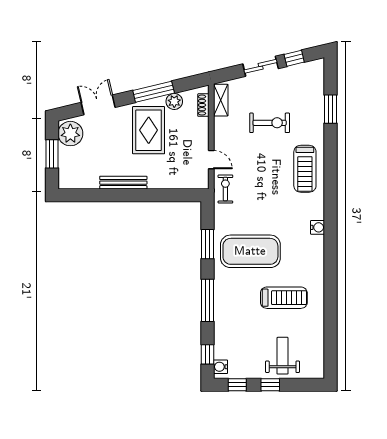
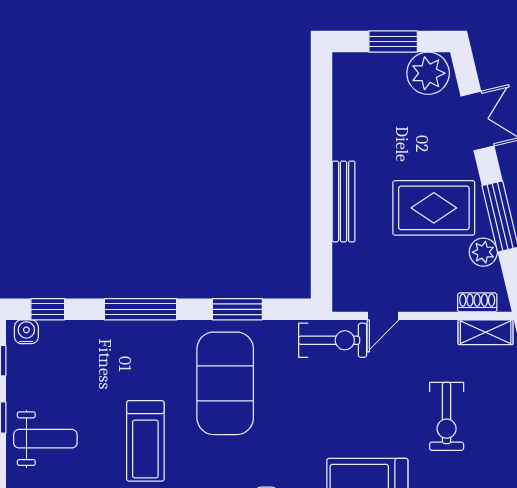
bench: (123, 183) -> (344, 201), moved
exercise bike: (225, 189) -> (333, 340), width x1.38, depth x1.39

